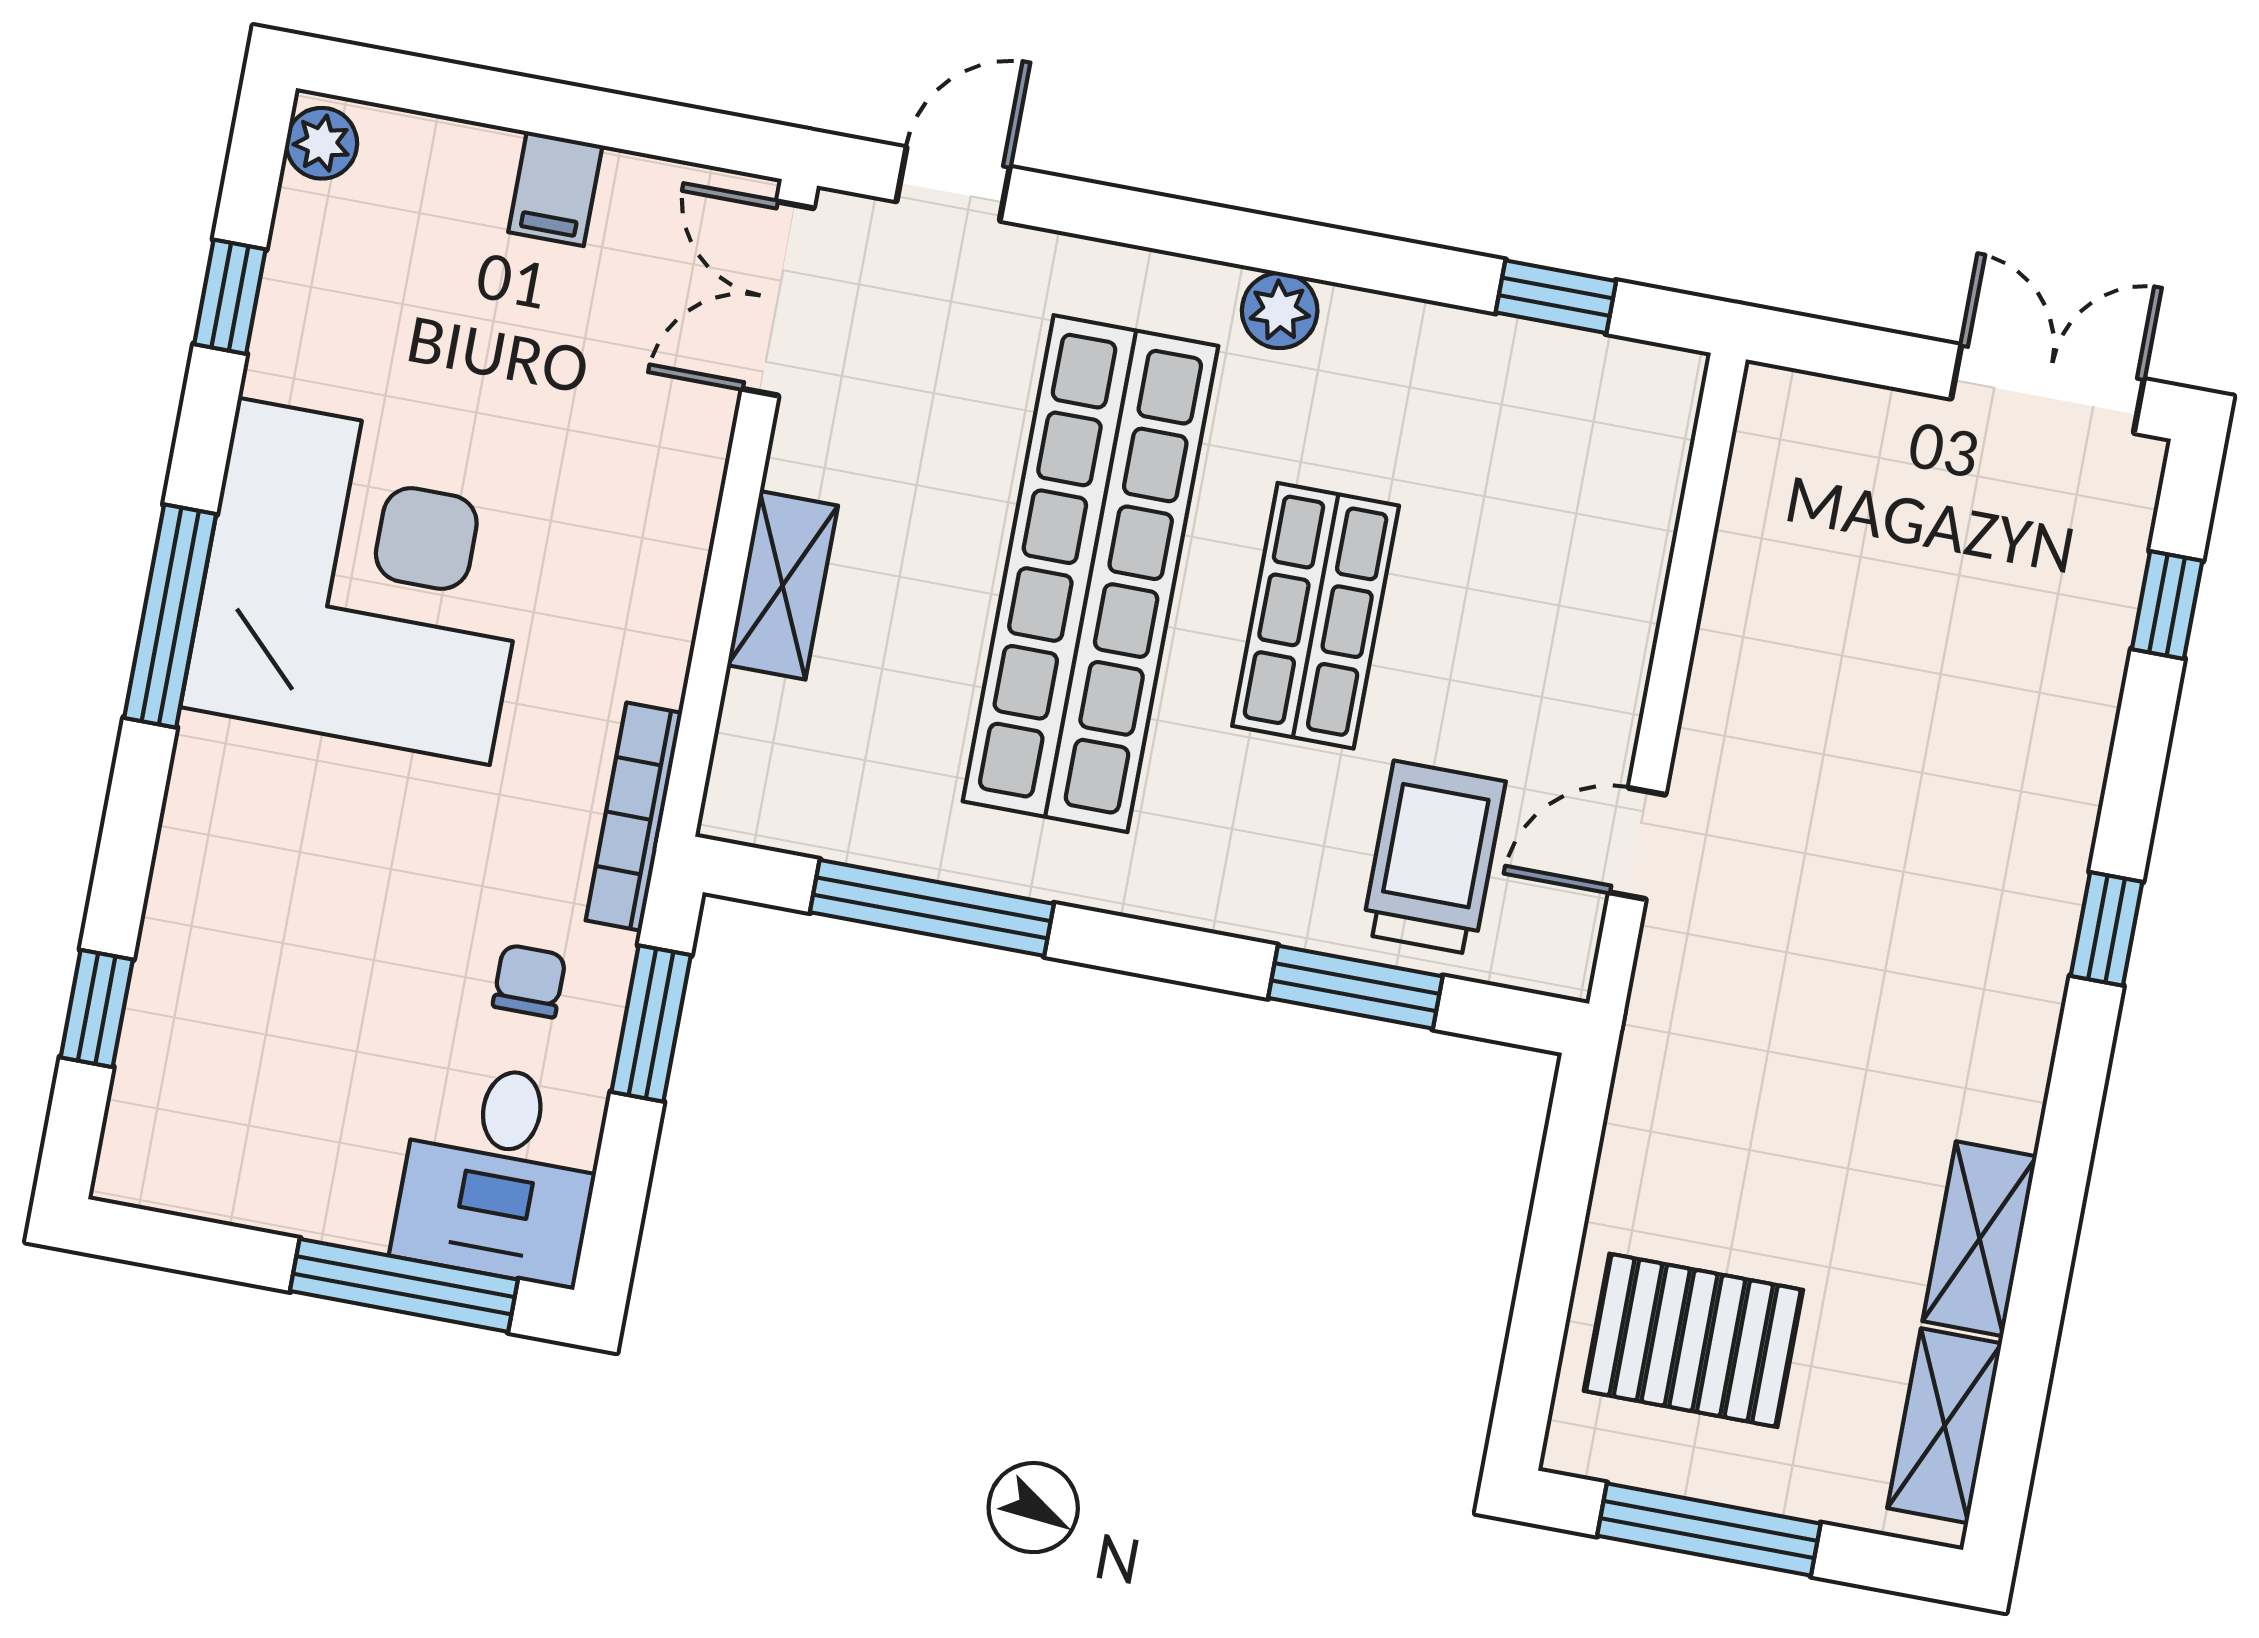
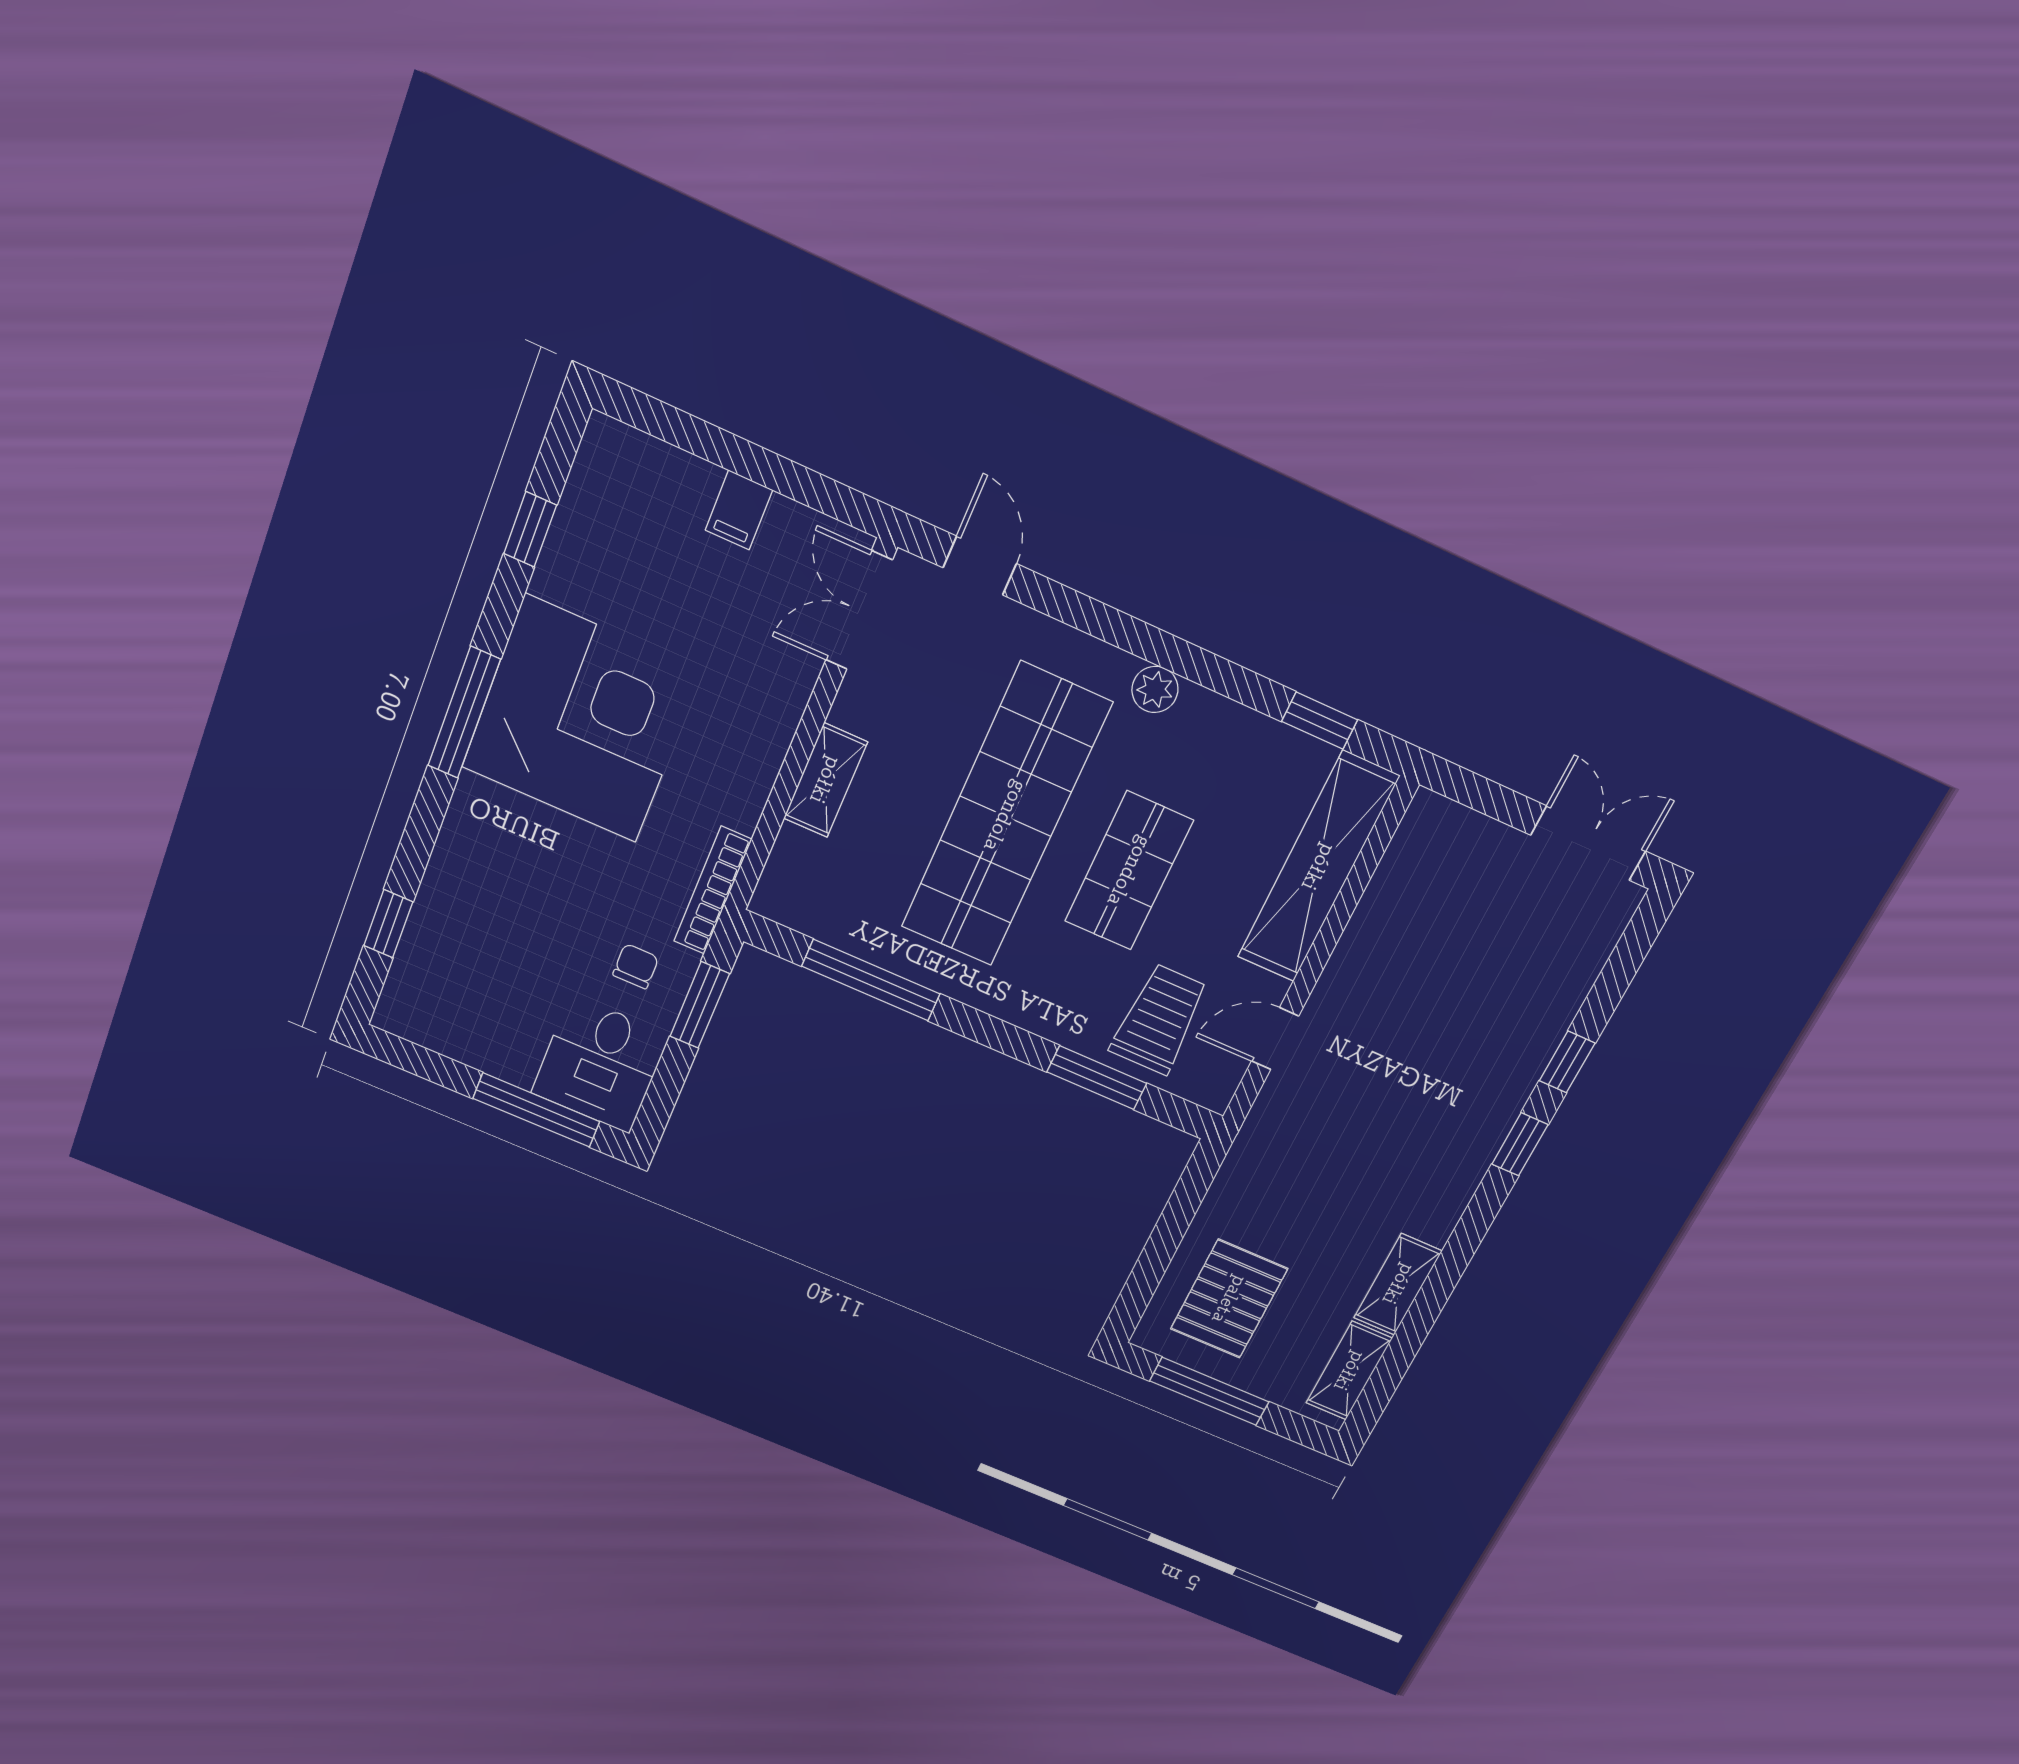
plant: (322, 143) -> (602, 447), removed
door: (953, 184) -> (980, 566), hinge flipped
shelving: (1623, 535) -> (1318, 867), added
window: (2167, 605) -> (1567, 1062), moved
pallet: (1693, 1340) -> (1229, 1299), turned 90

